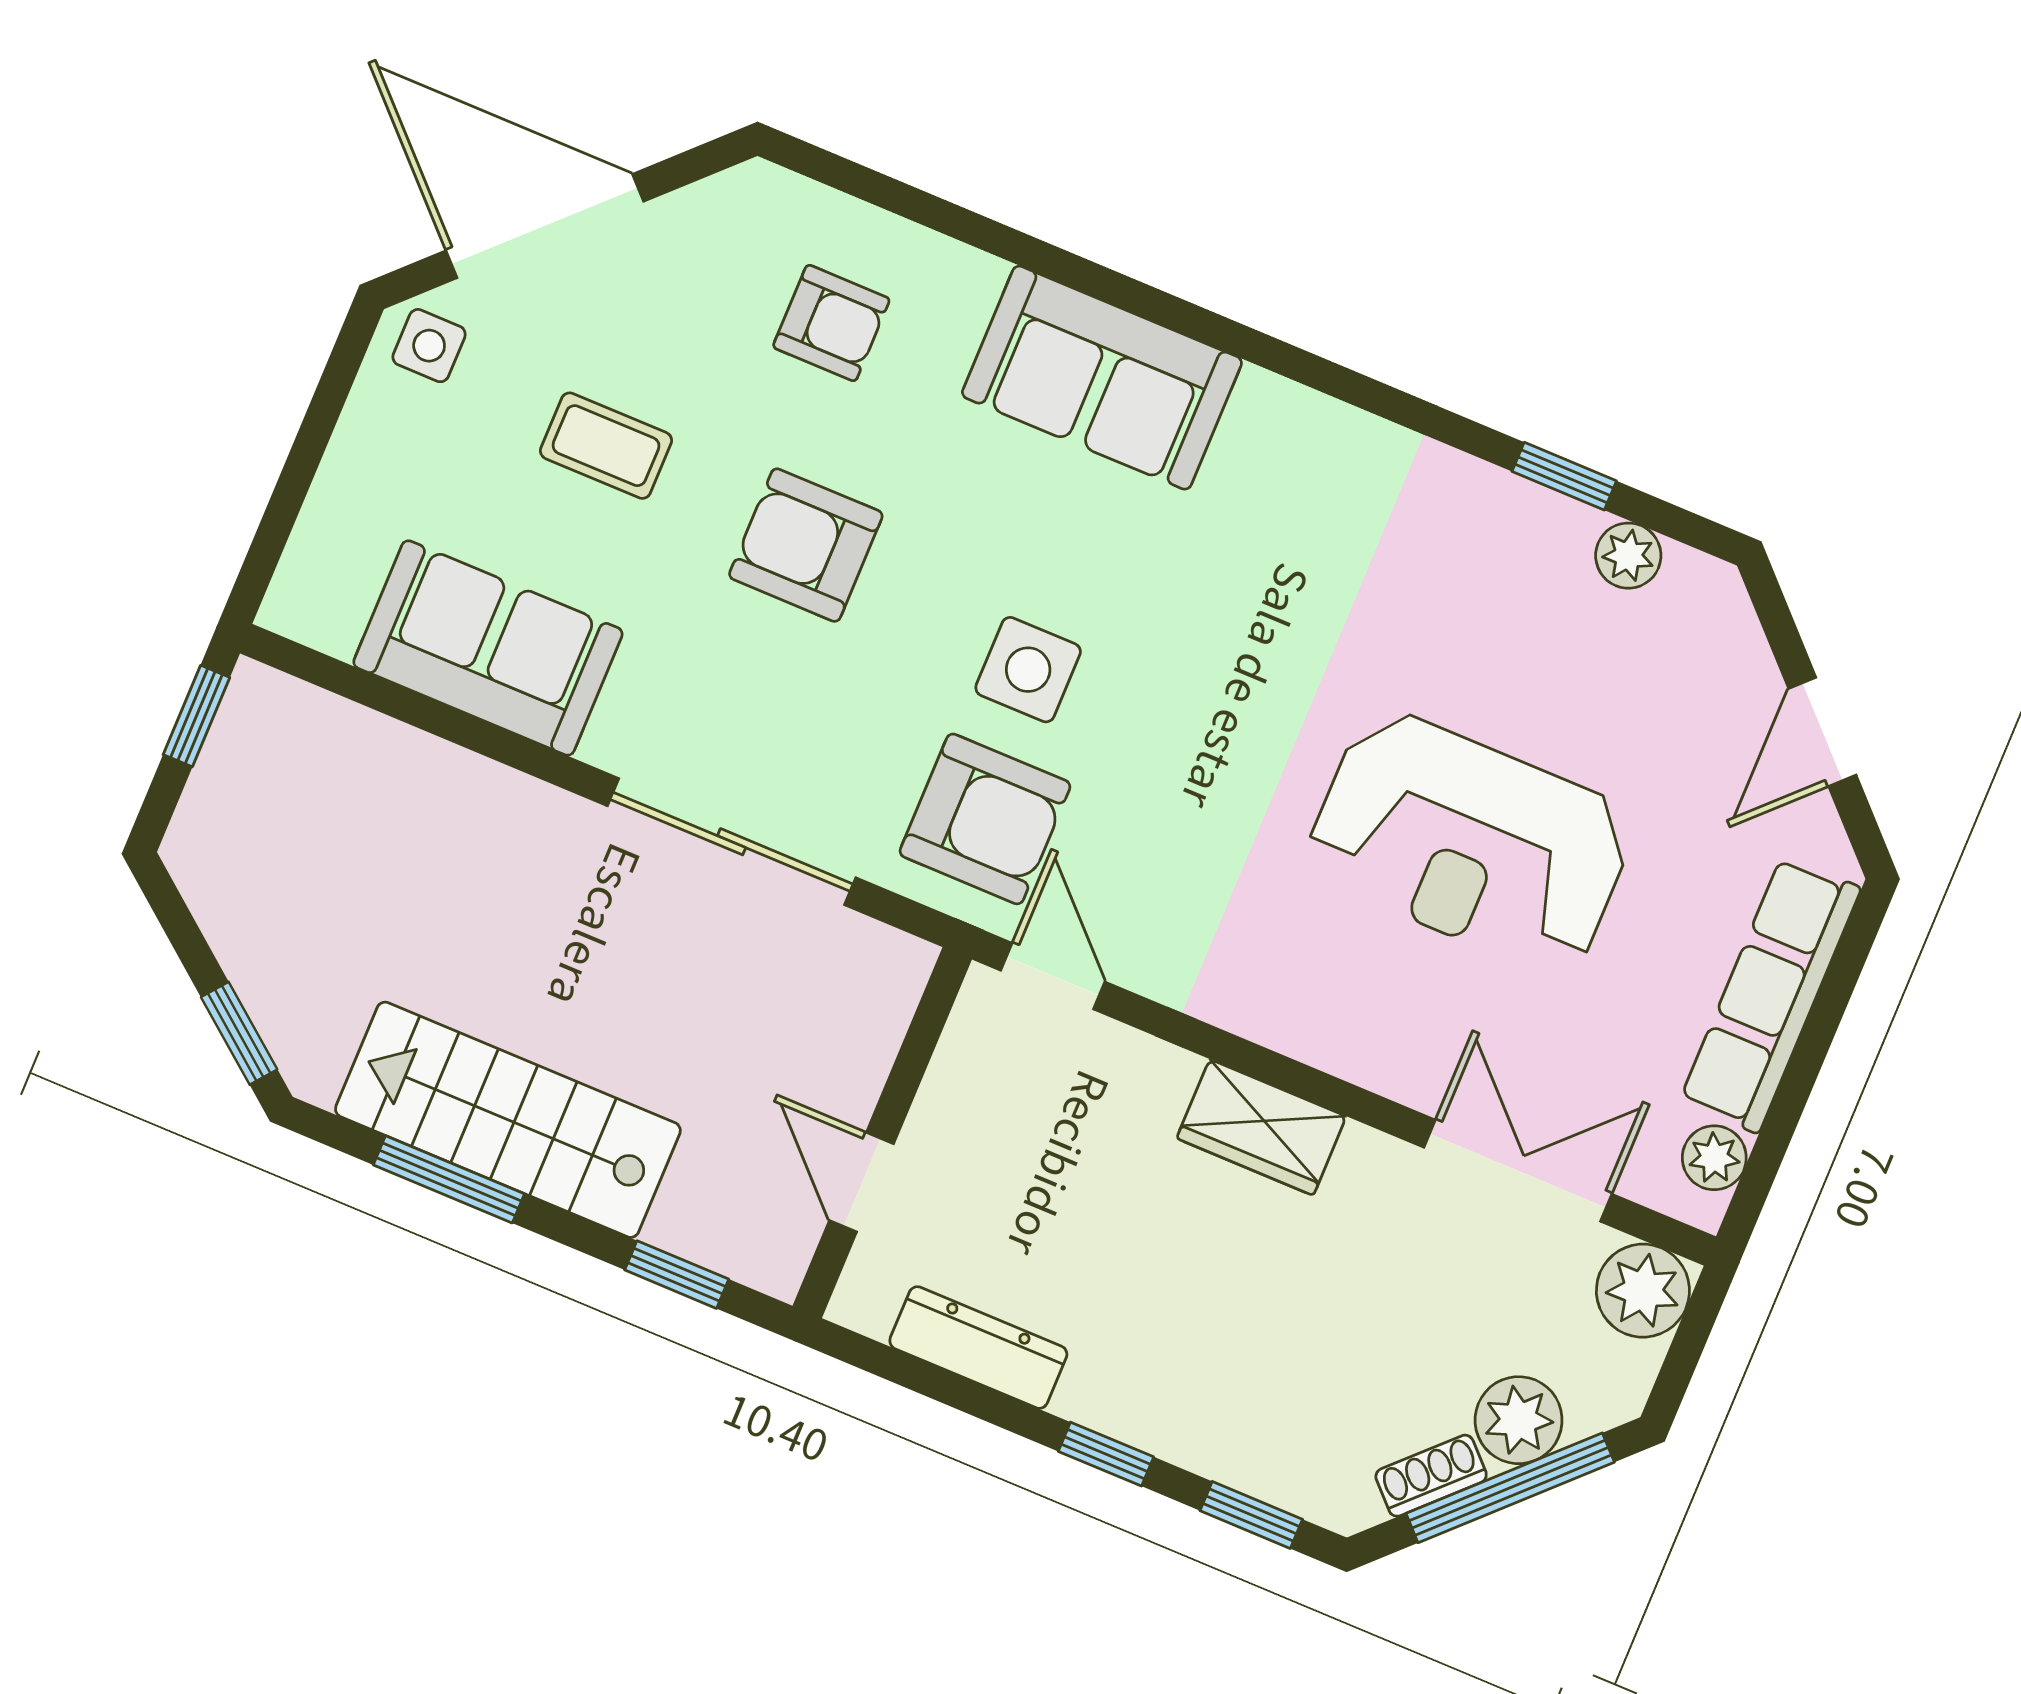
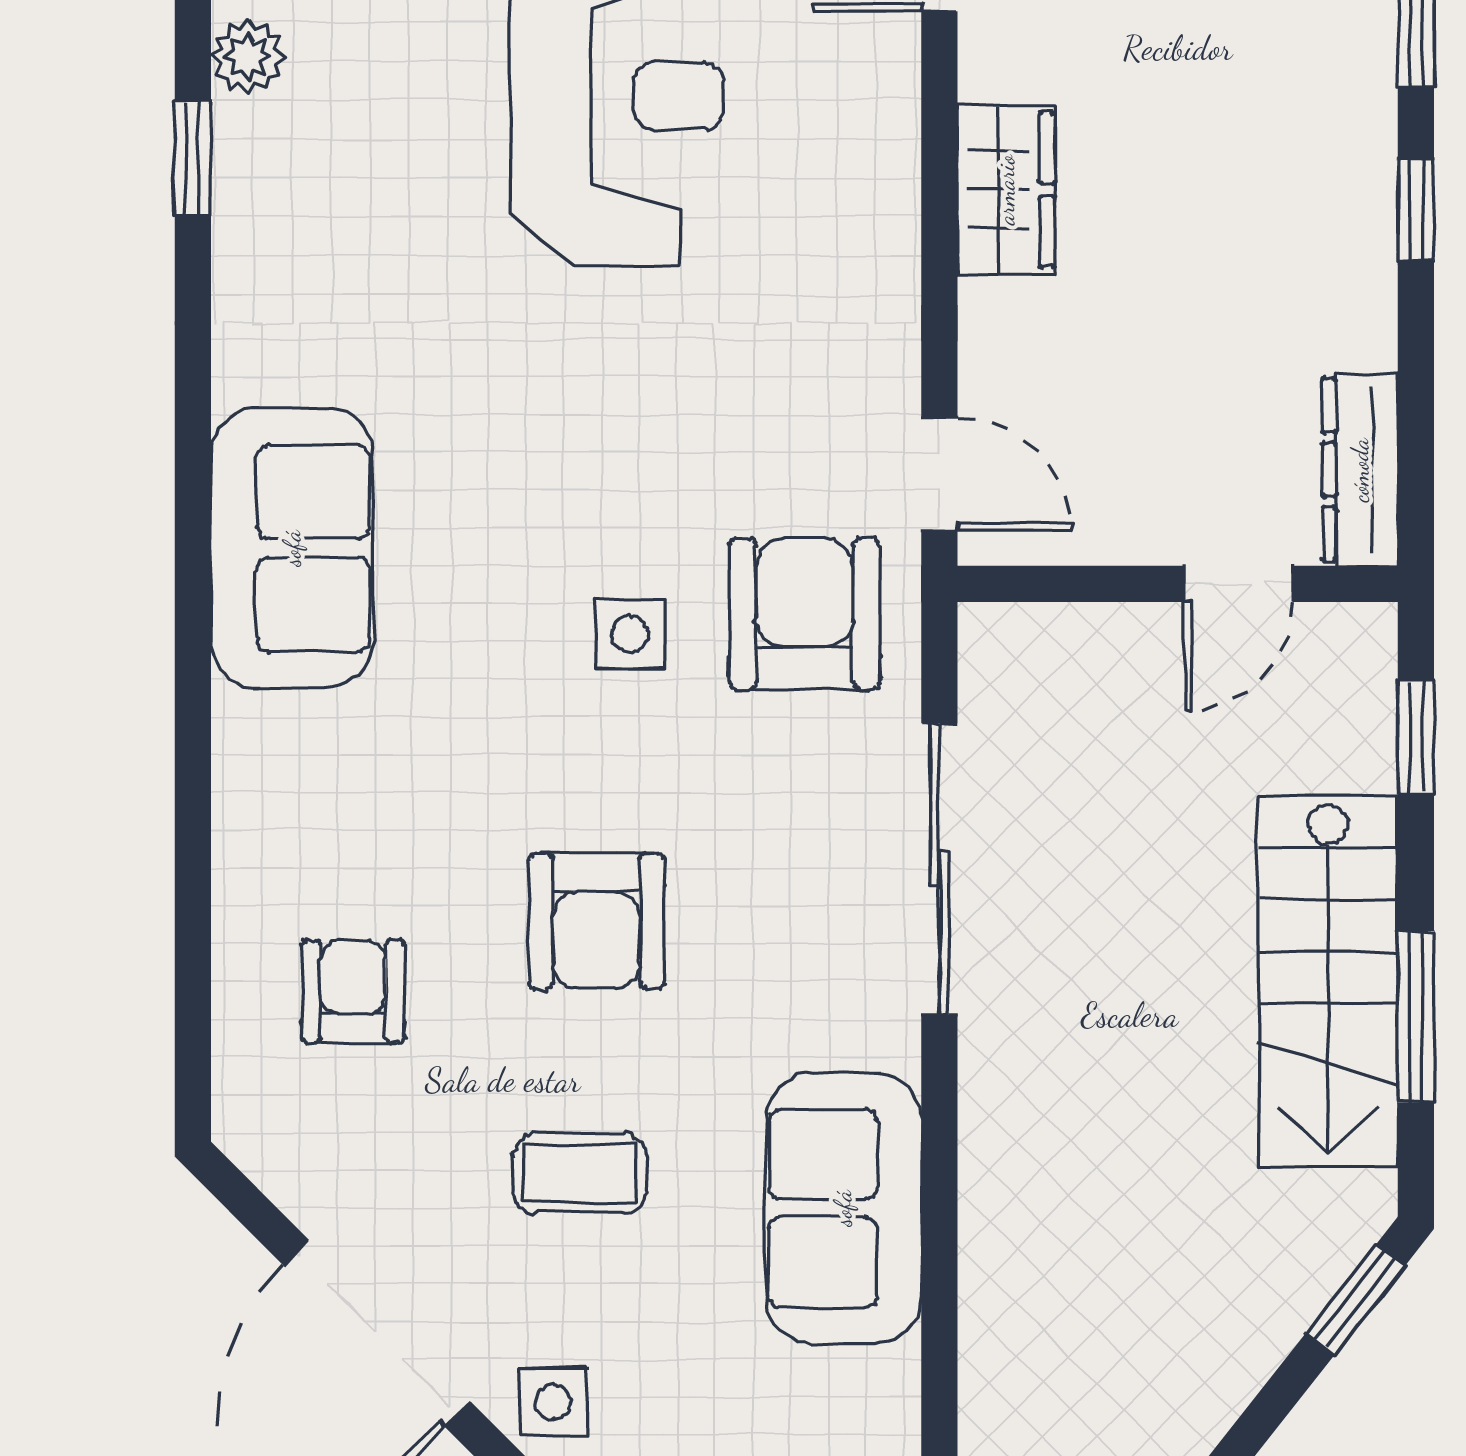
sofa: (1102, 378) -> (292, 548), moved
coffee table: (606, 446) -> (580, 1173), turned 90
side table: (1028, 670) -> (630, 634), width x0.73, depth x0.73
door: (1053, 976) -> (939, 474), swing flipped
dresser: (978, 1348) -> (1360, 470), moved

